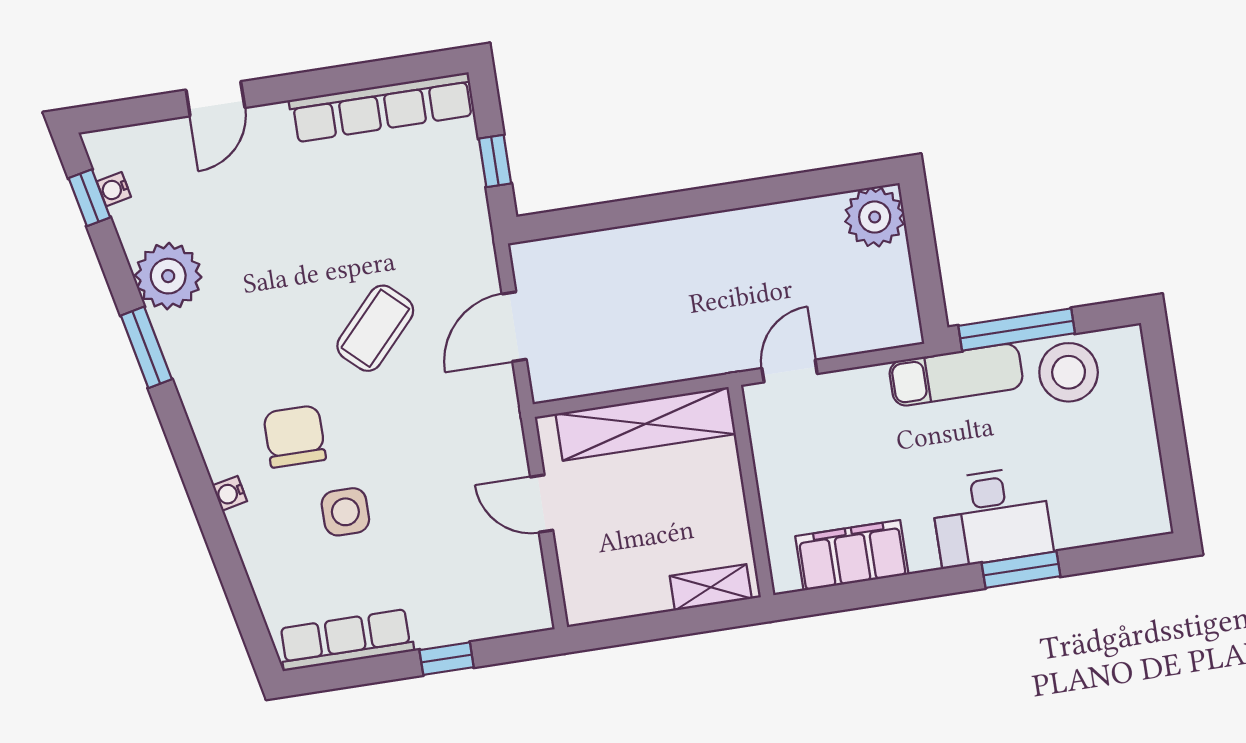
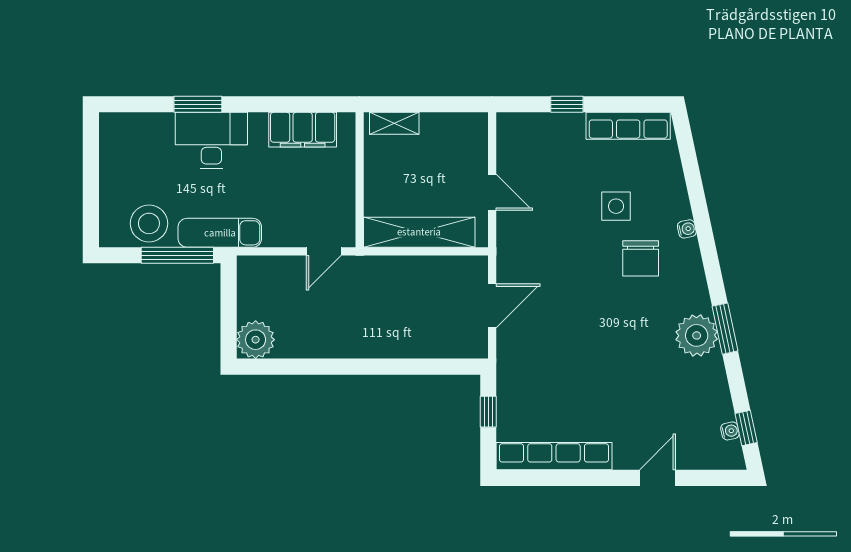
plant: (168, 276) -> (697, 335), moved
coffee table: (375, 328) -> (579, 318), removed

